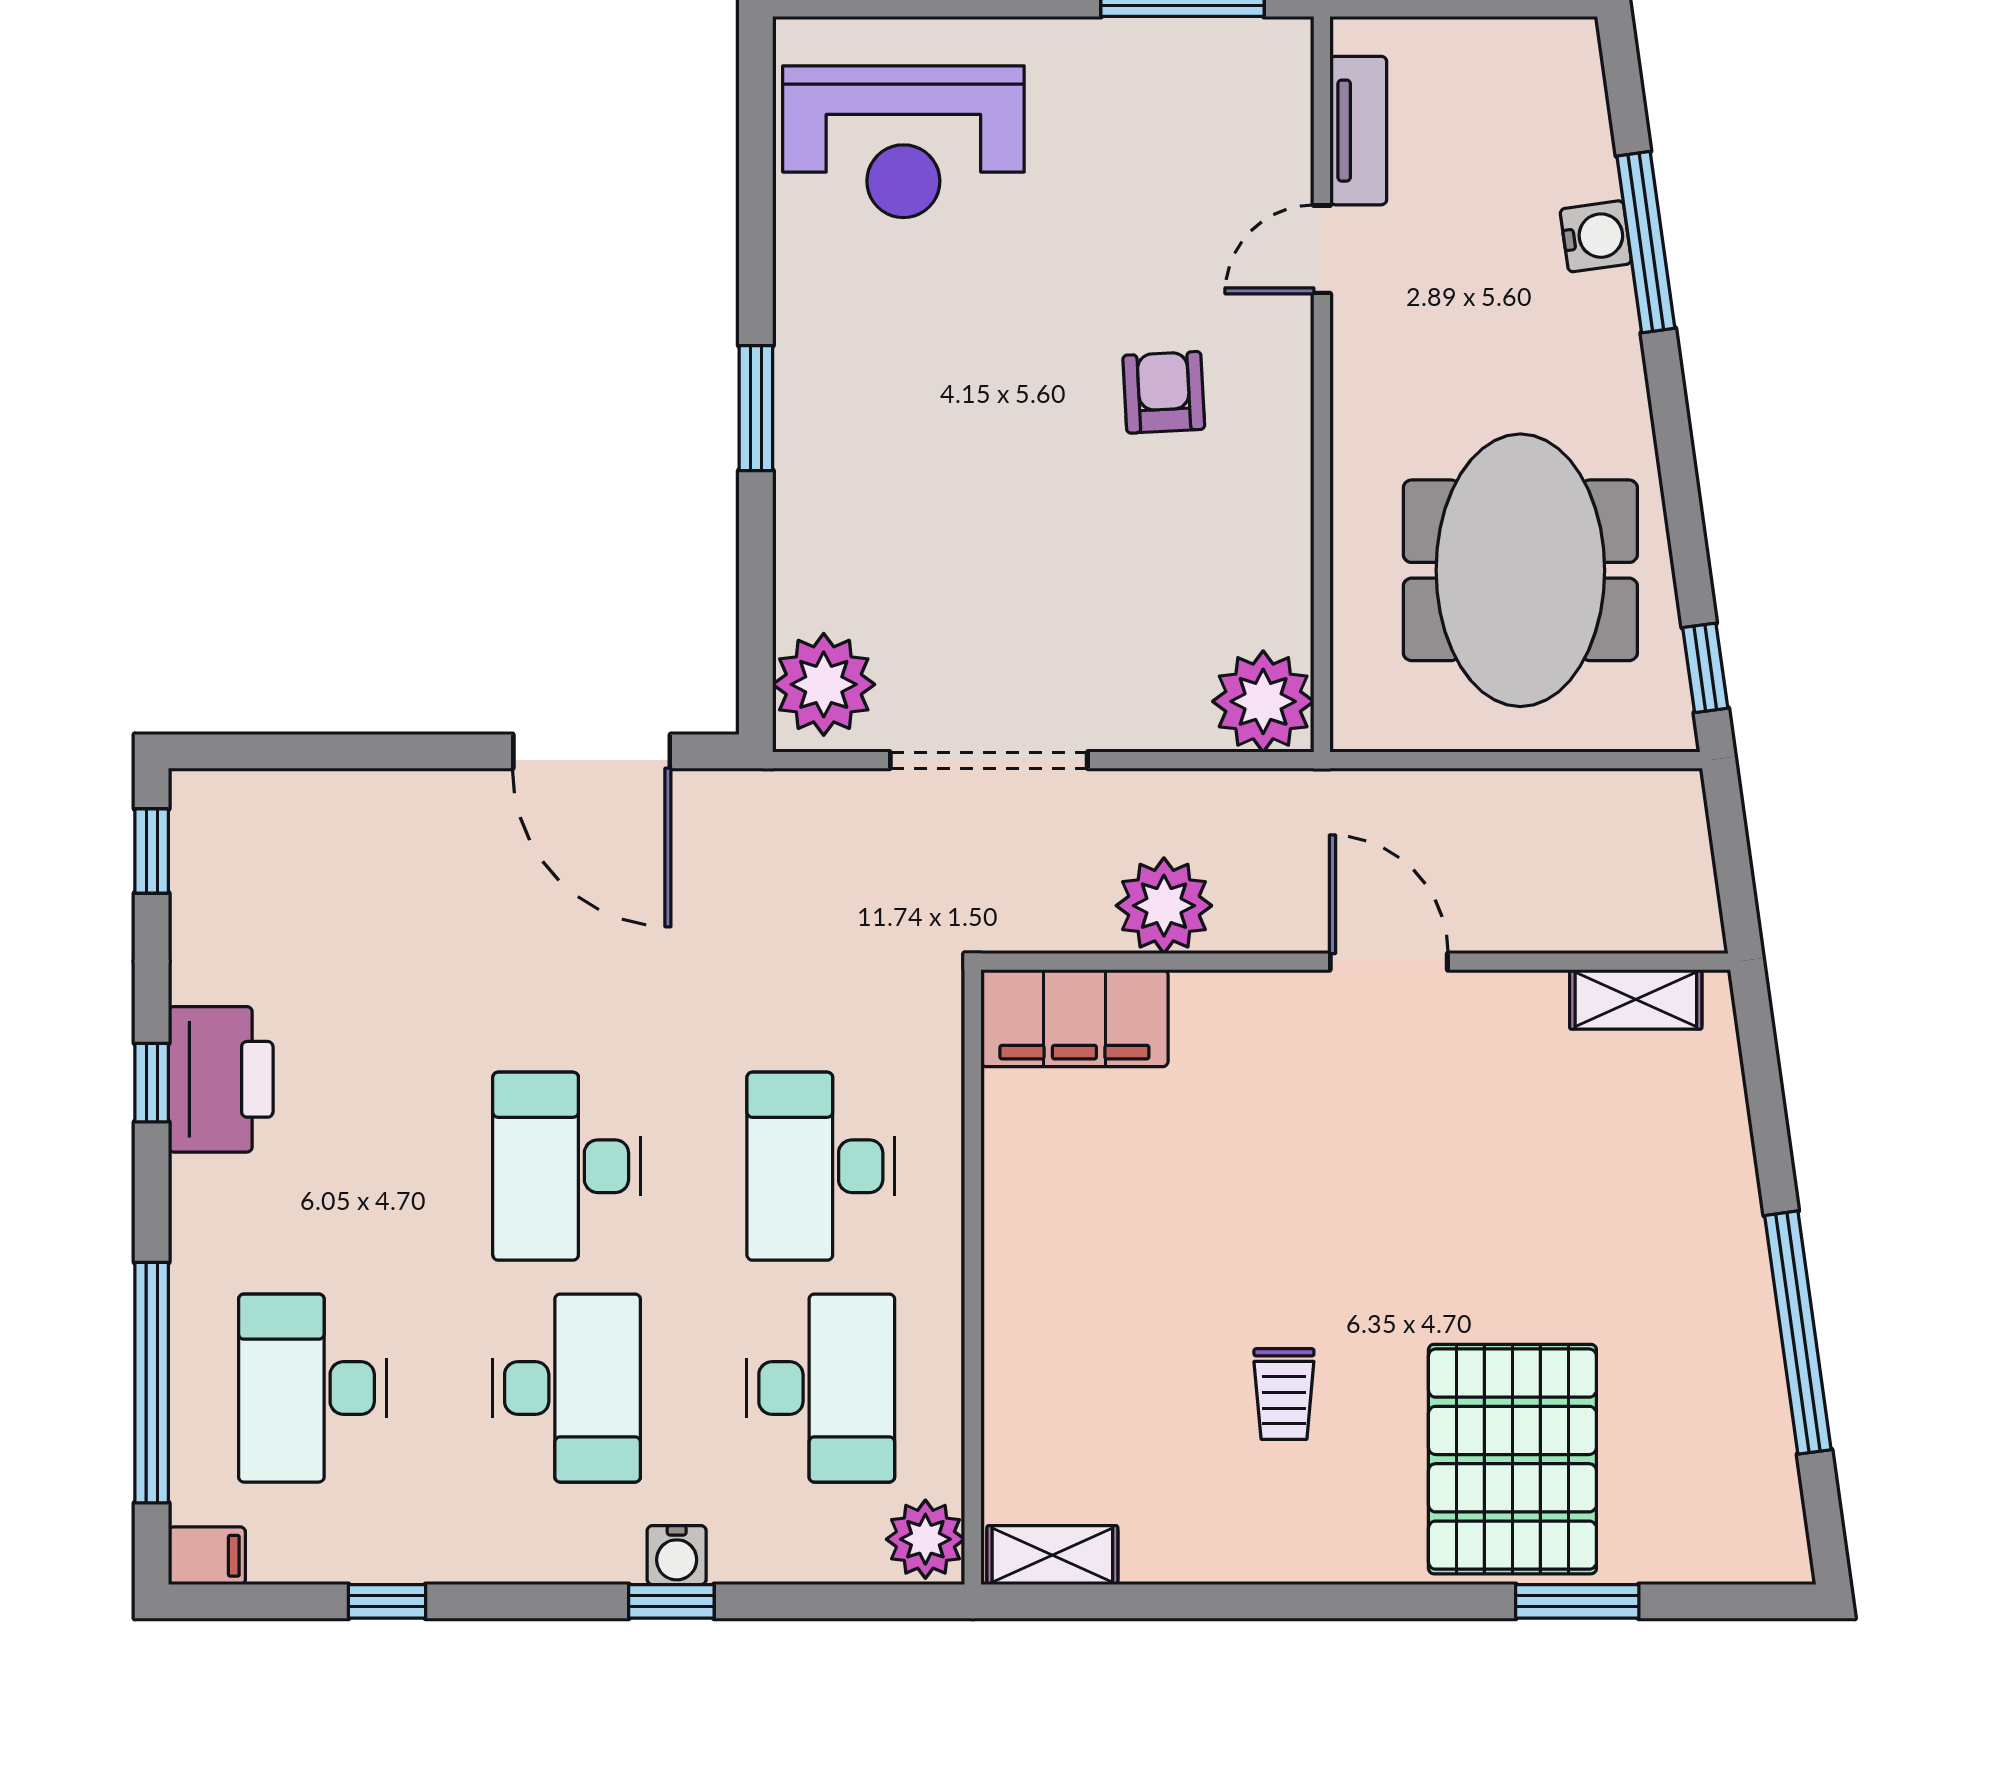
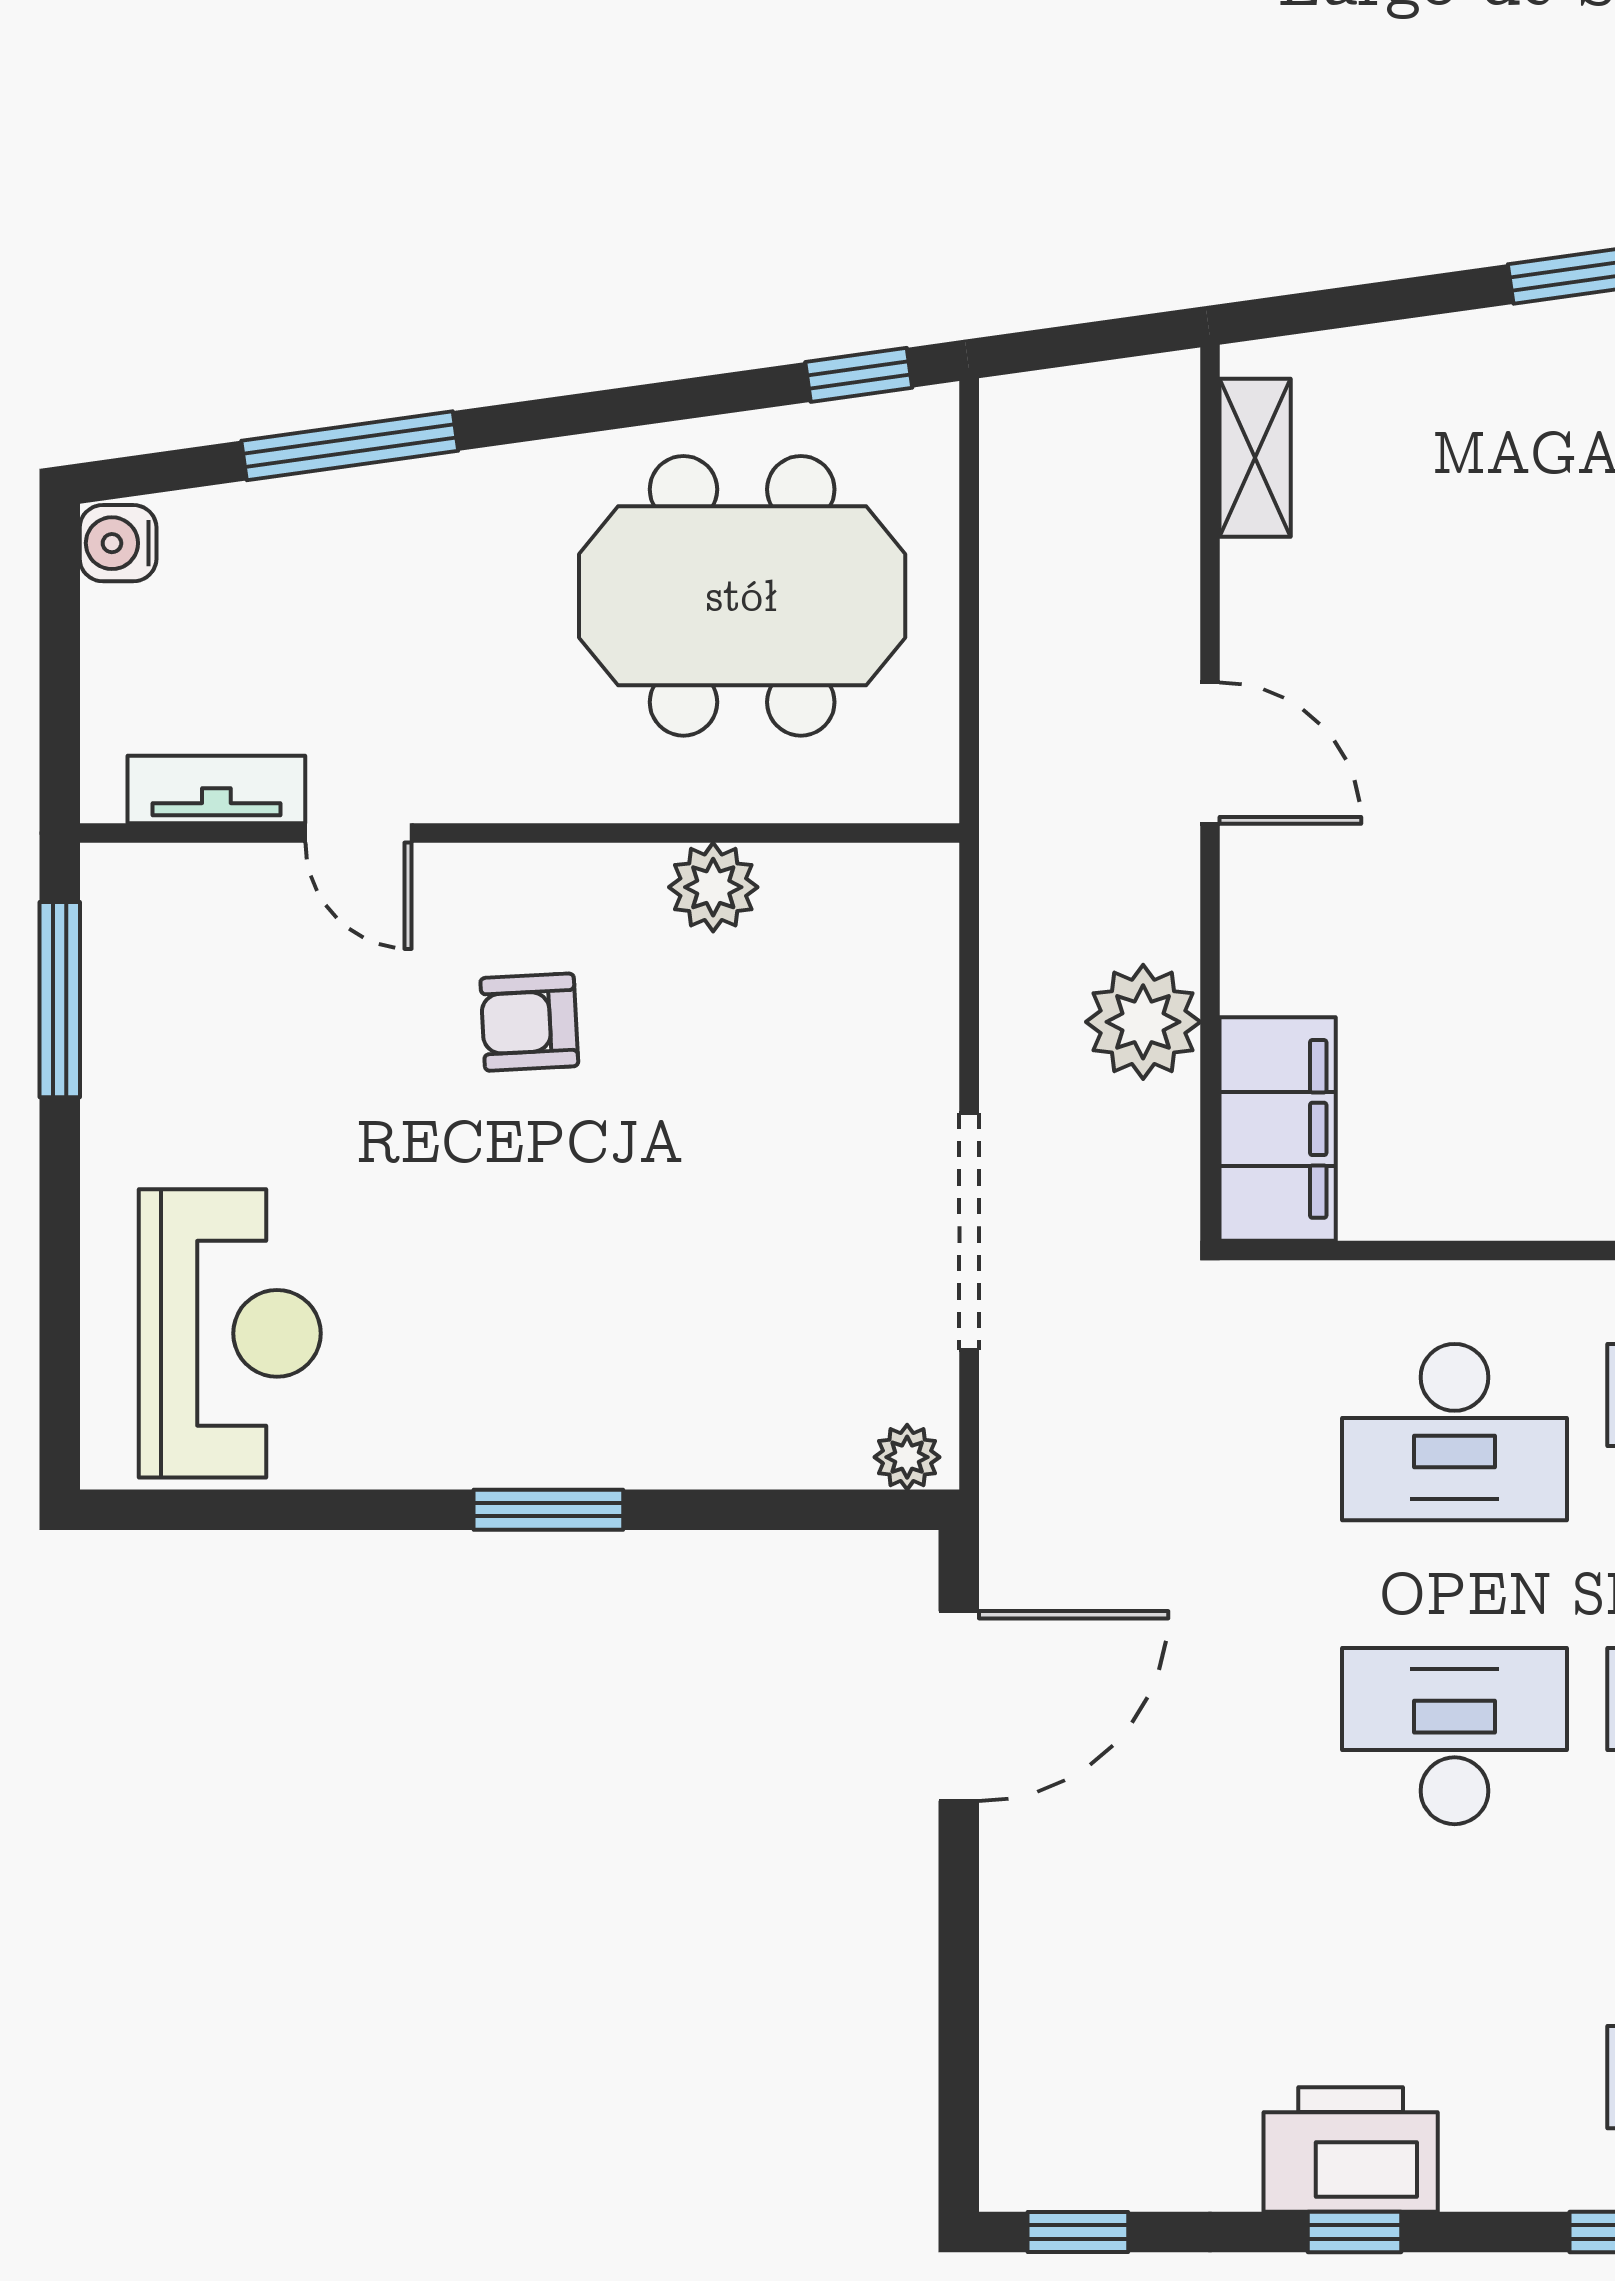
water cooler: (1596, 236) -> (118, 543), moved, turned -82
plant: (824, 684) -> (907, 1457), width x0.53, depth x0.53
plant: (1263, 701) -> (713, 887), moved, width x0.73, depth x0.73
door: (1389, 962) -> (1210, 753), swing flipped
desk: (567, 1166) -> (1455, 1736), turned 180

